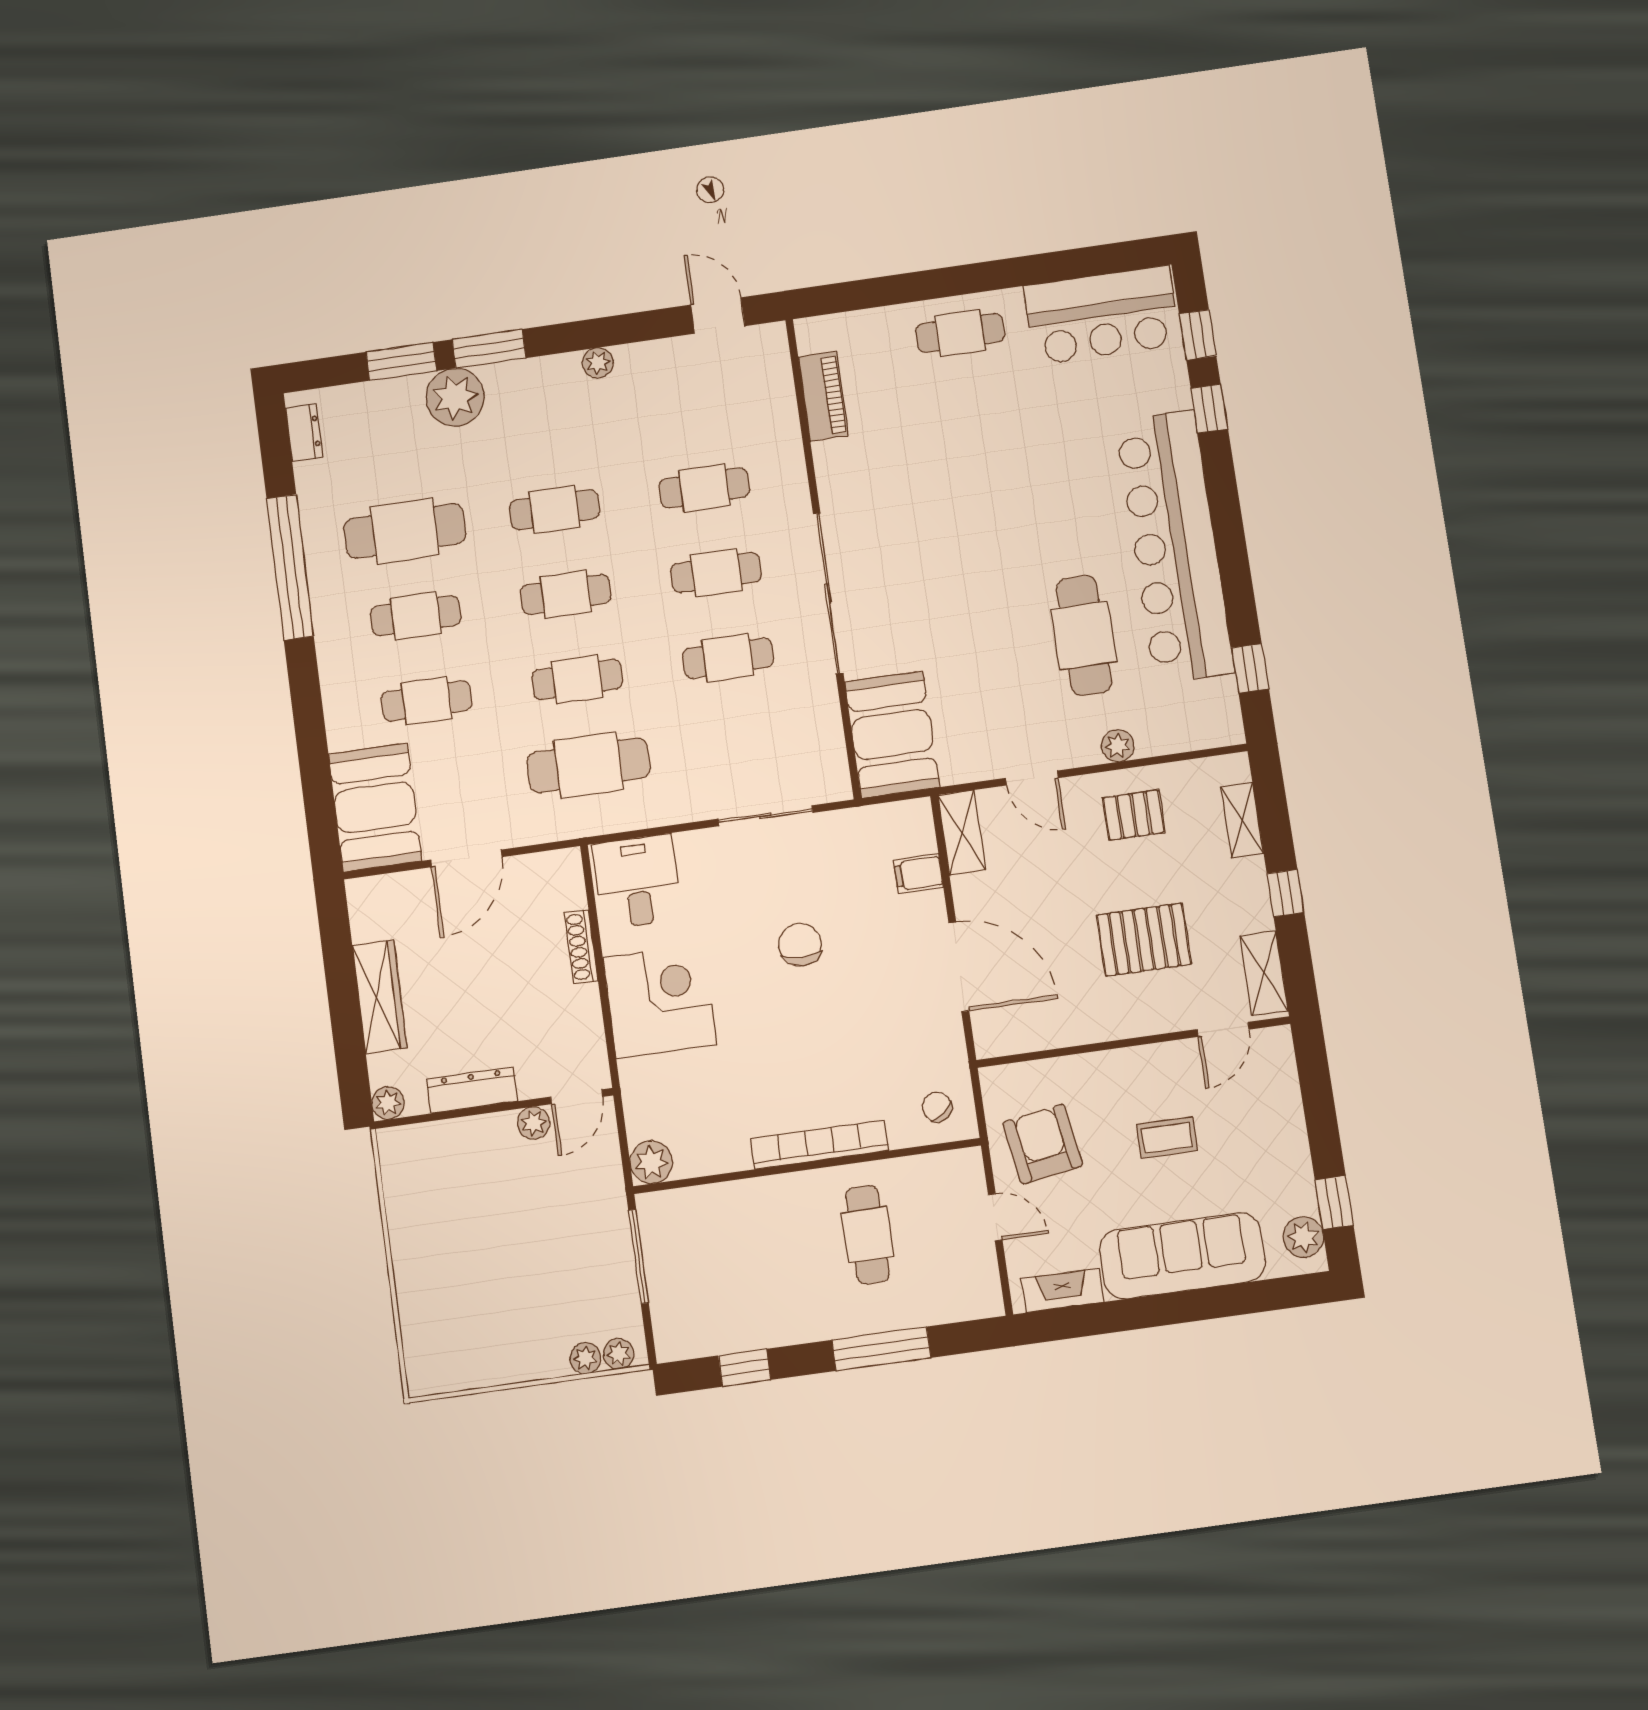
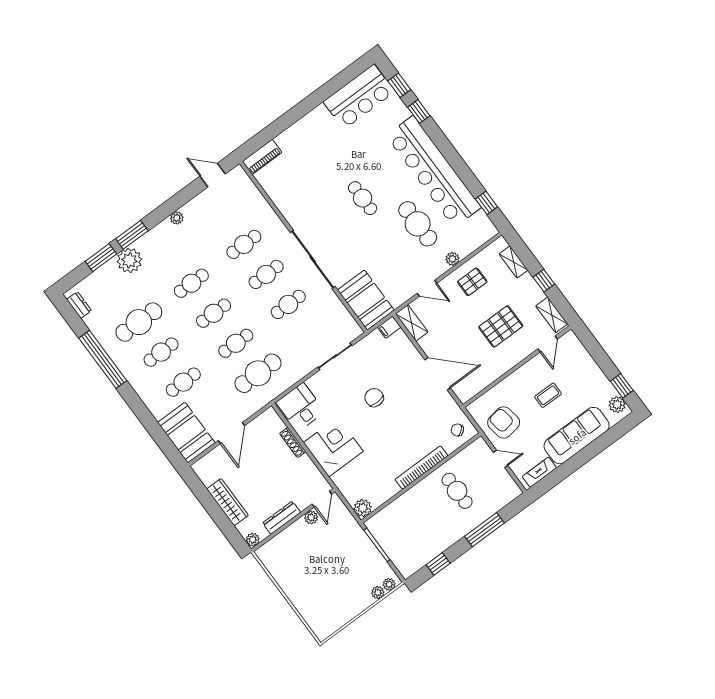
cafe table: (960, 333) -> (363, 198), moved, turned 90
piano: (823, 396) -> (262, 157), moved, turned 90
filing cabinet: (918, 874) -> (389, 327), moved

